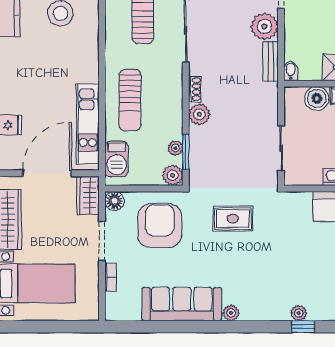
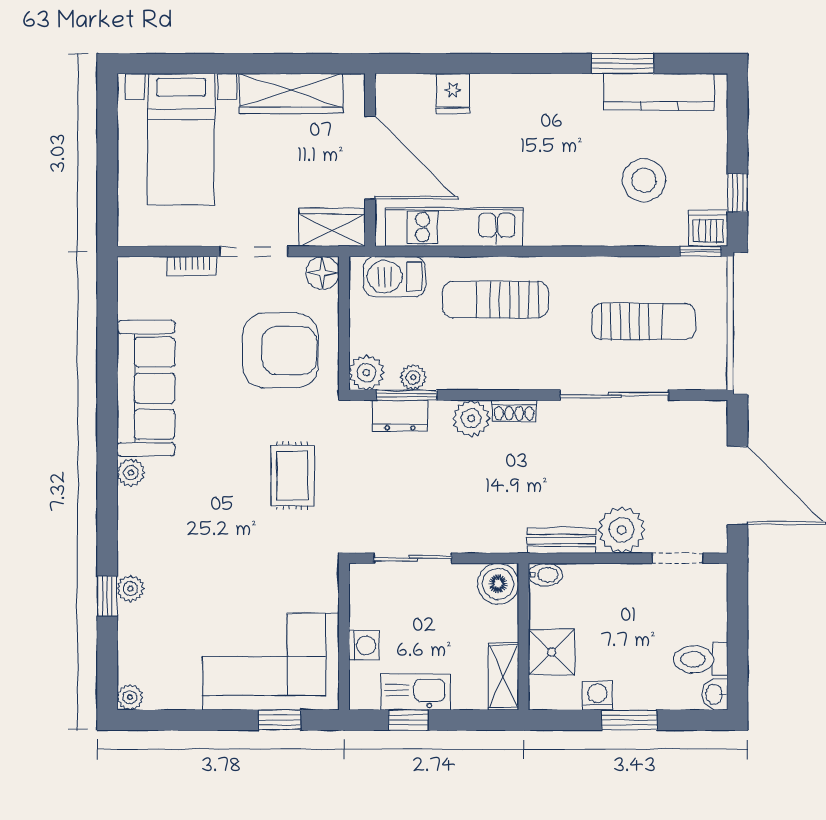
boiler: (317, 98) -> (498, 584), moved
dresser: (198, 156) -> (400, 416), added

